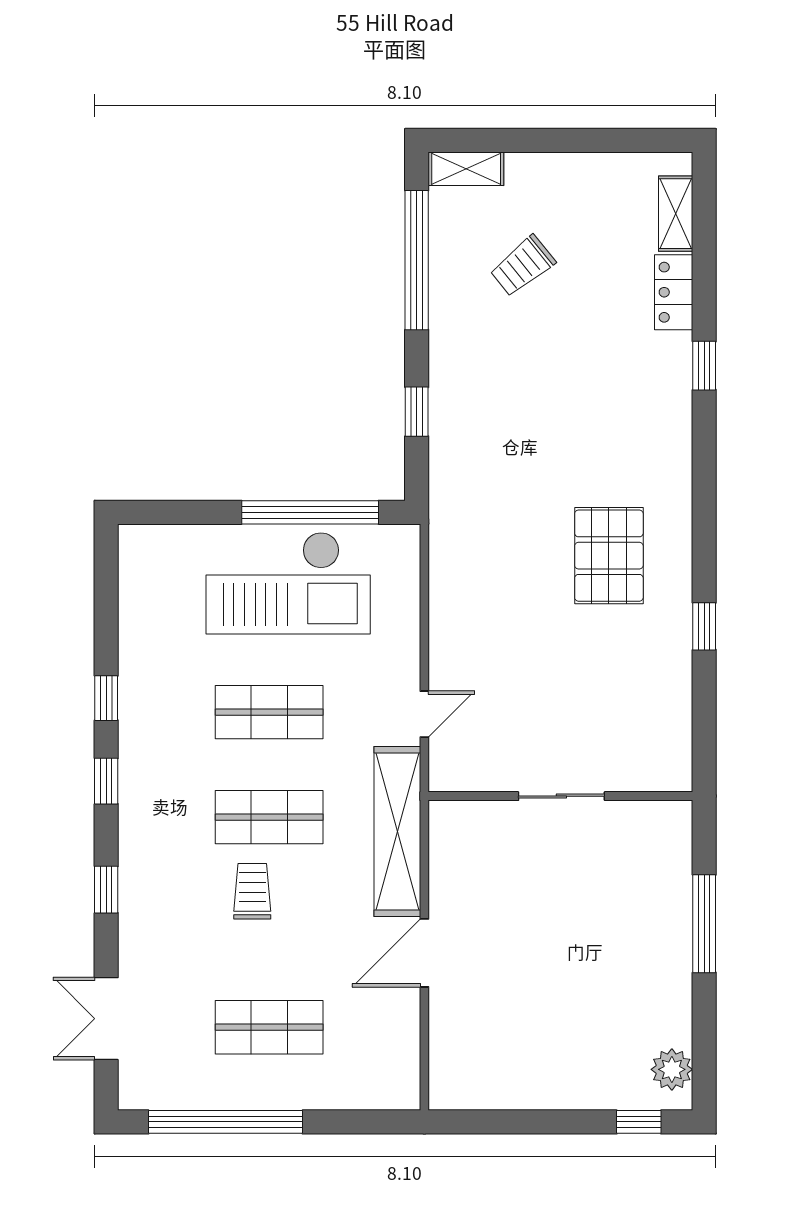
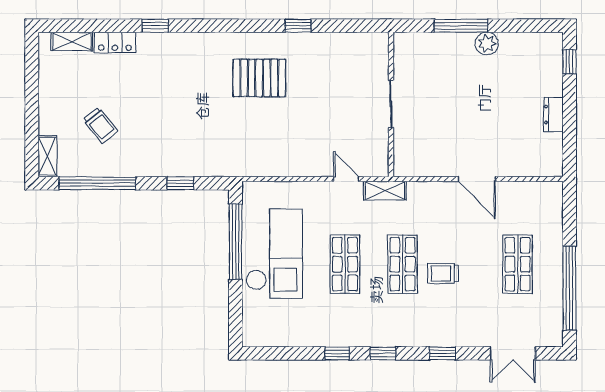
shelving: (397, 831) -> (385, 191), width x0.45, depth x0.75
plant: (672, 1069) -> (487, 44), moved
dresser: (542, 1093) -> (553, 115), added

